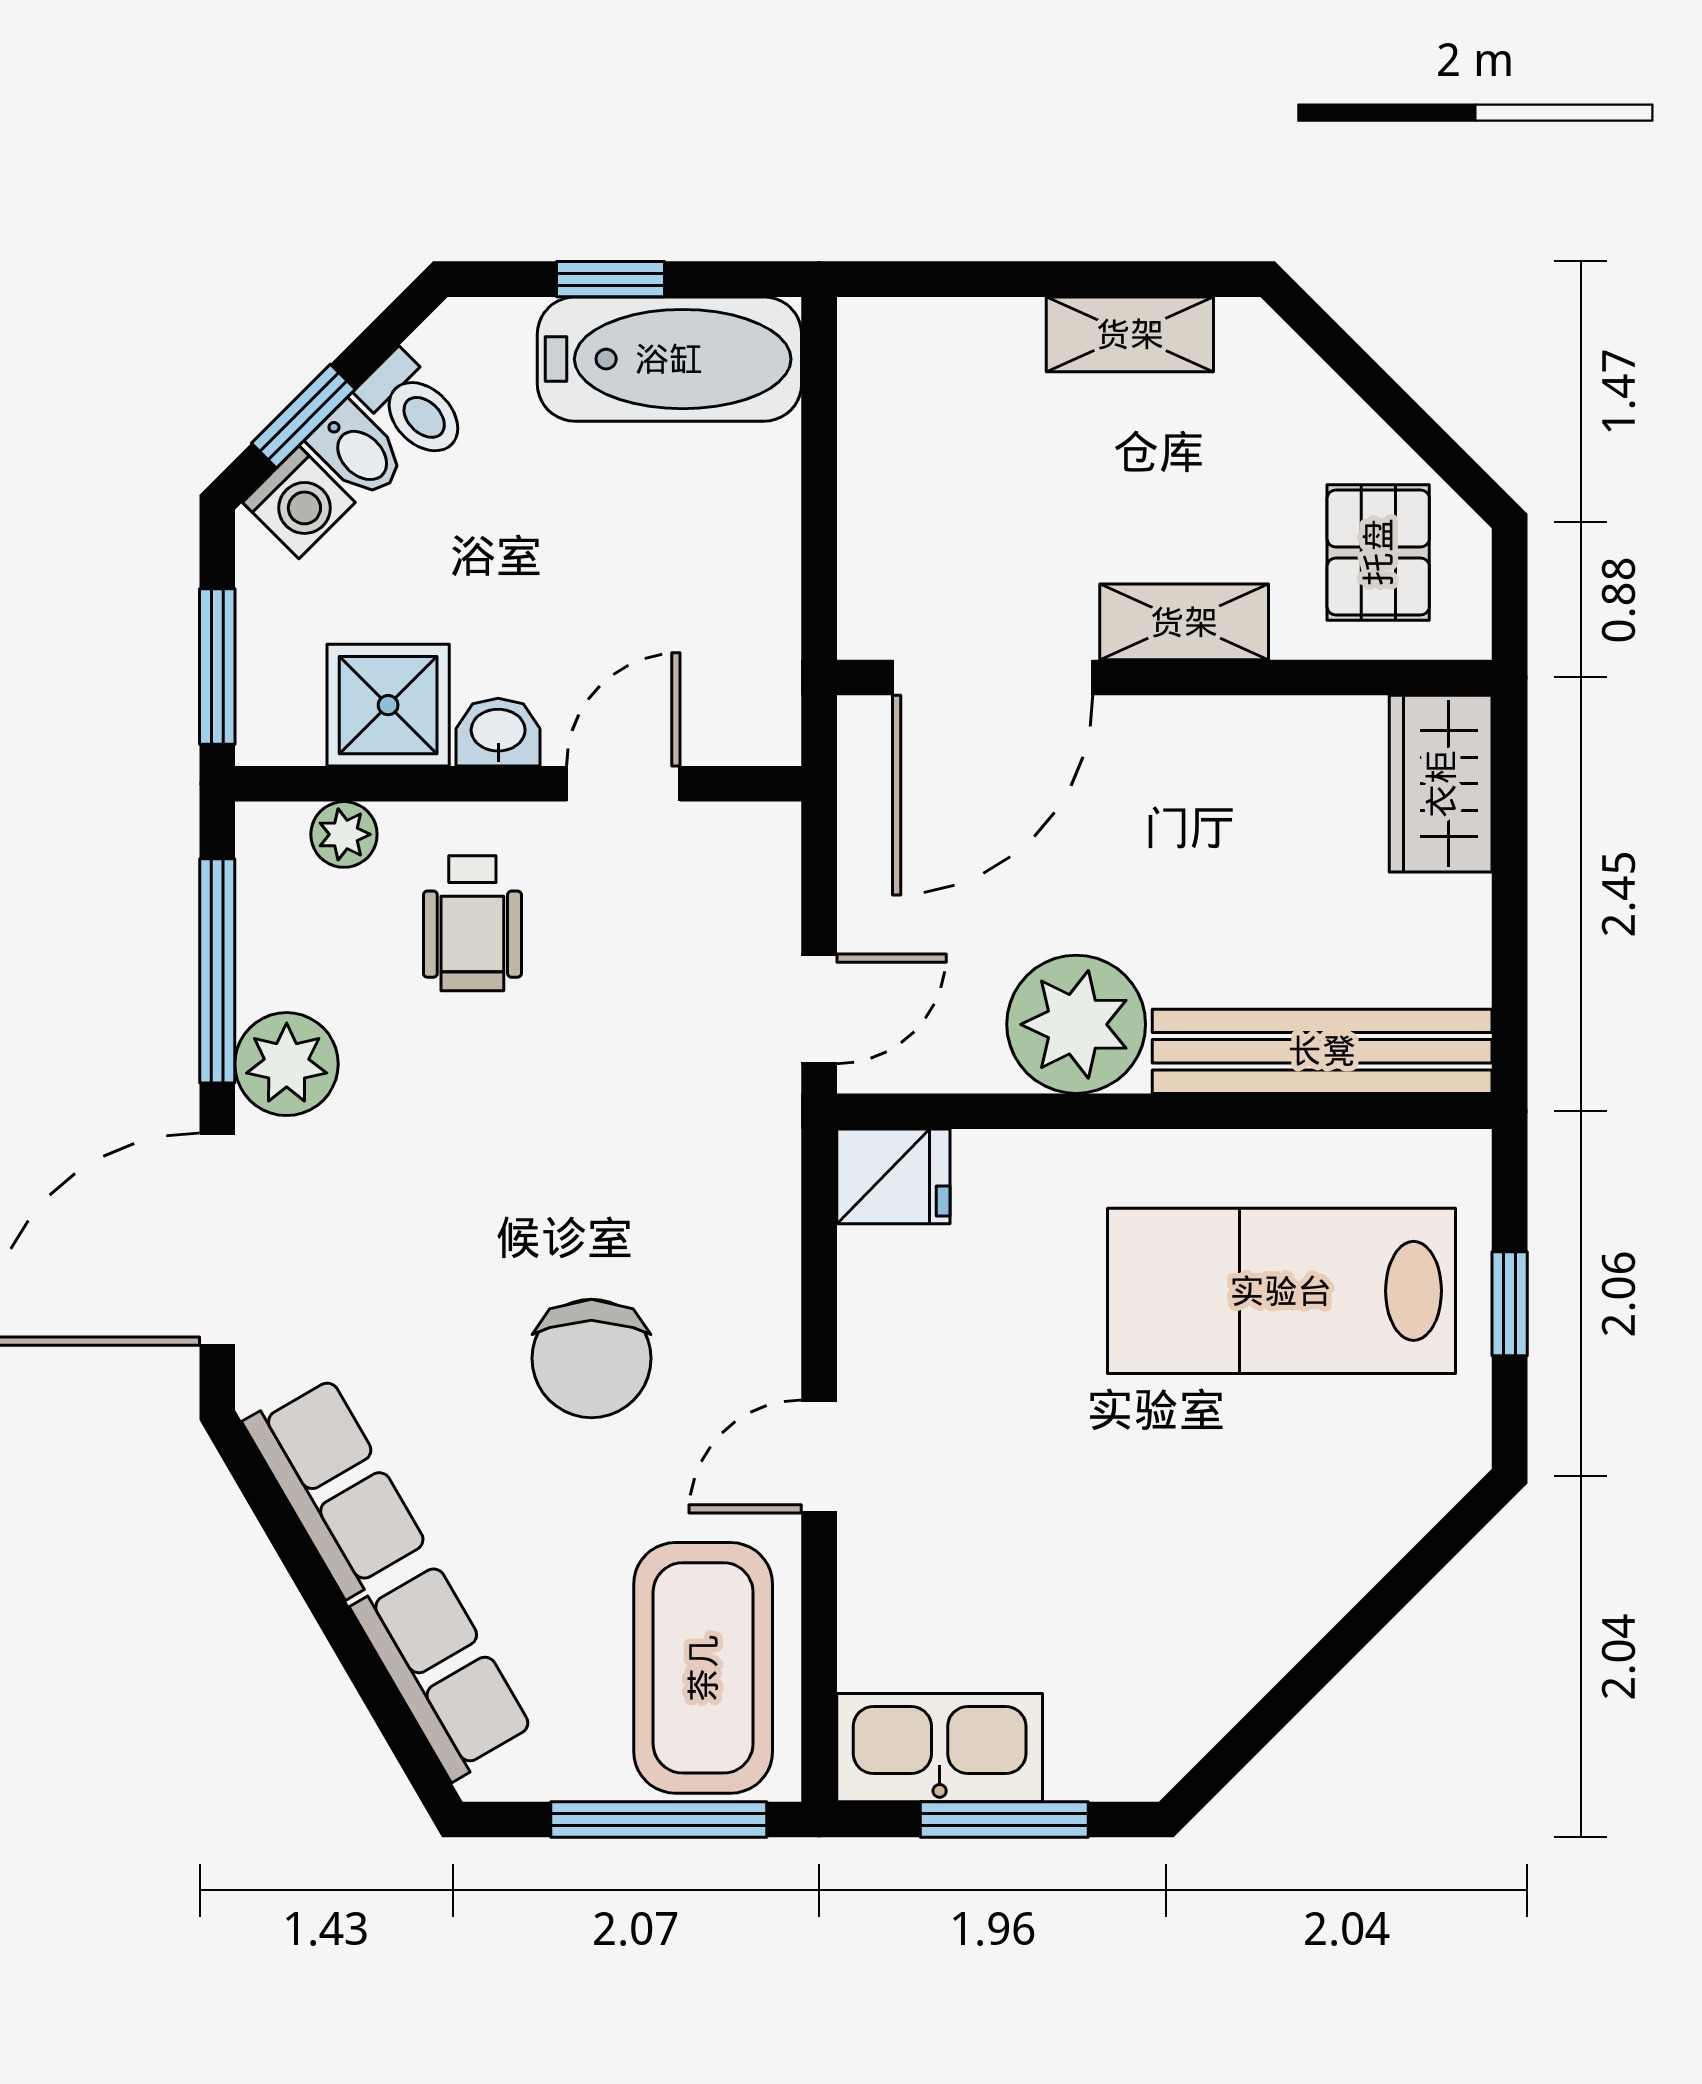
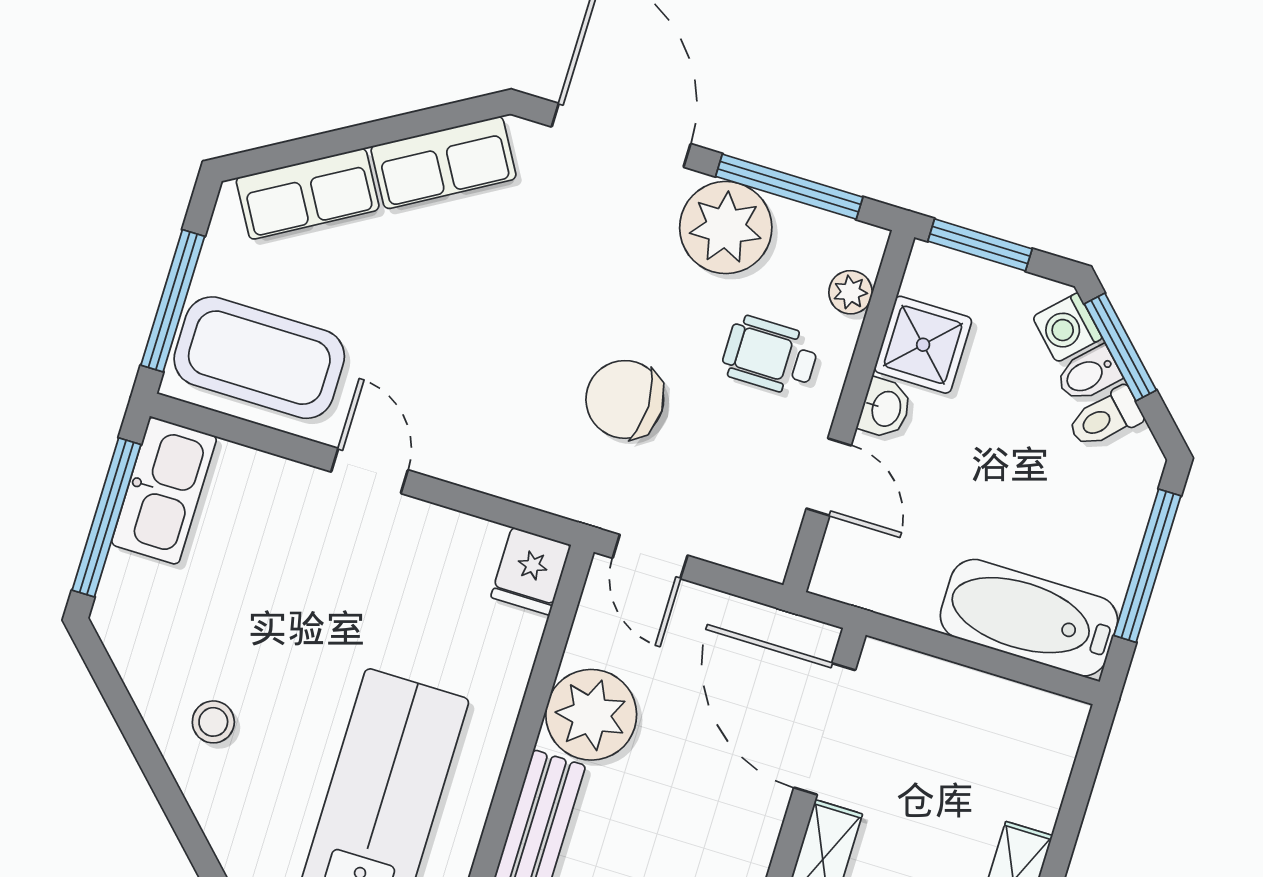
window: (611, 279) -> (1147, 566), width x2.17
bathtub: (669, 359) -> (1029, 618), moved, turned 90
window: (303, 416) -> (1120, 347), width x1.50
plant: (287, 1064) -> (726, 228), width x1.36, depth x1.36
chair: (591, 1358) -> (625, 399), moved
stool: (1255, 1572) -> (213, 722), added
window: (1004, 1819) -> (107, 517), width x1.44

